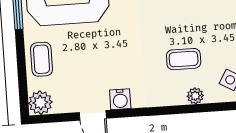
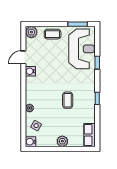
coffee table: (184, 59) -> (68, 100), moved

